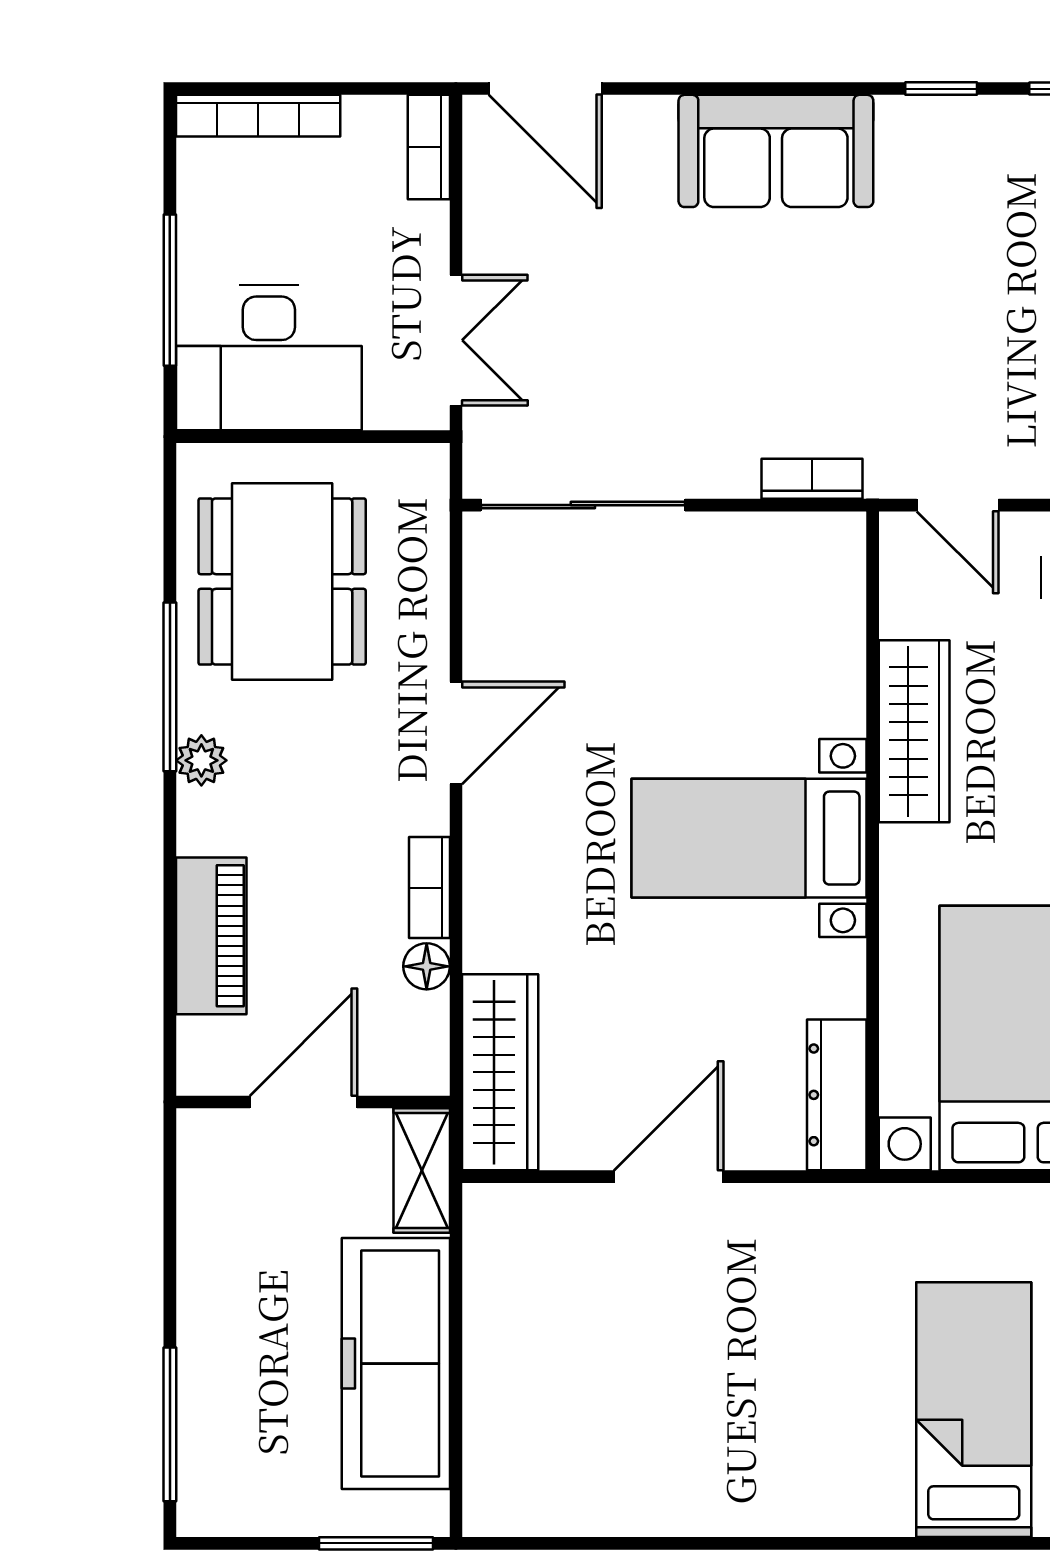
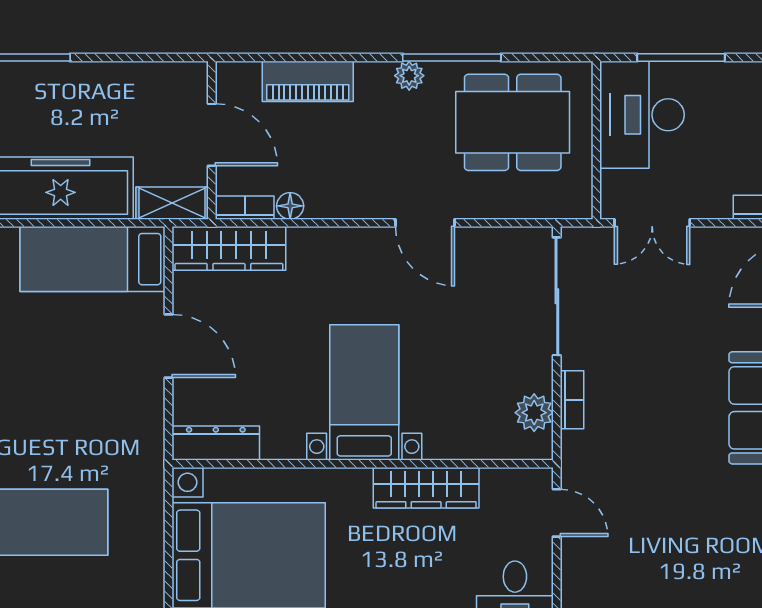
bookcase: (812, 479) -> (572, 400), moved
door: (958, 505) -> (557, 513), swing flipped
plant: (784, 544) -> (534, 413), added
bookcase: (430, 888) -> (245, 208), moved
bed: (519, 1308) -> (93, 259), added

